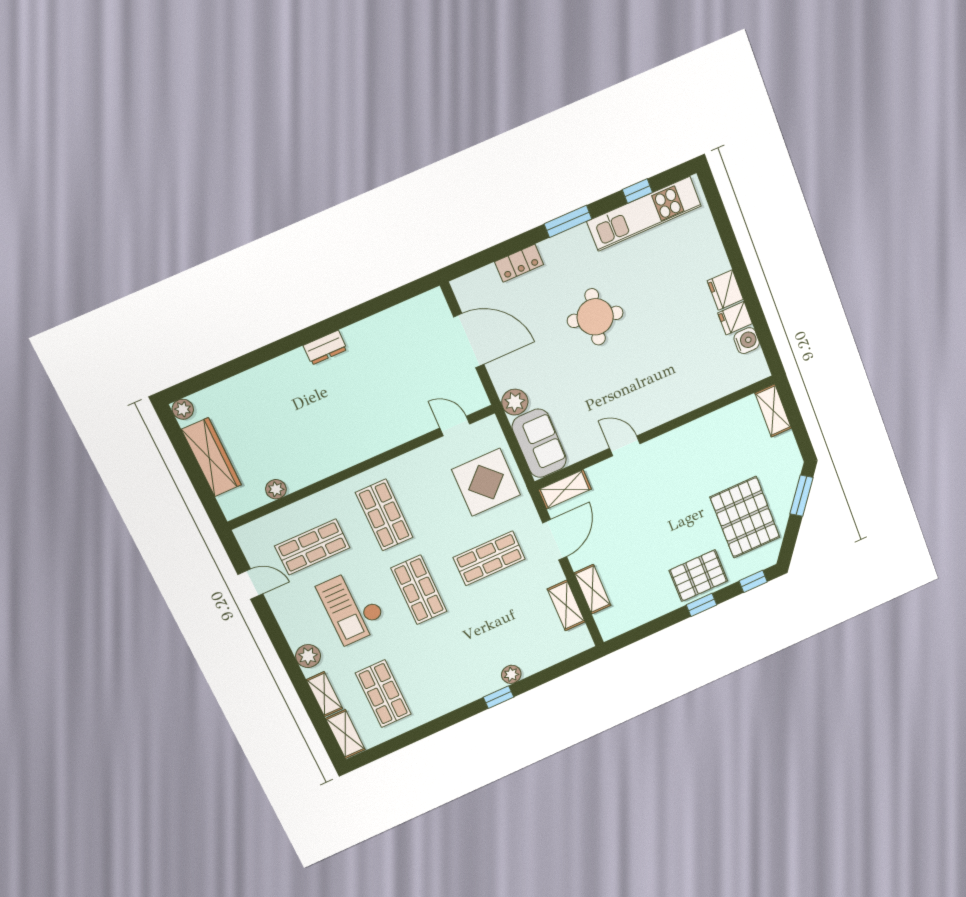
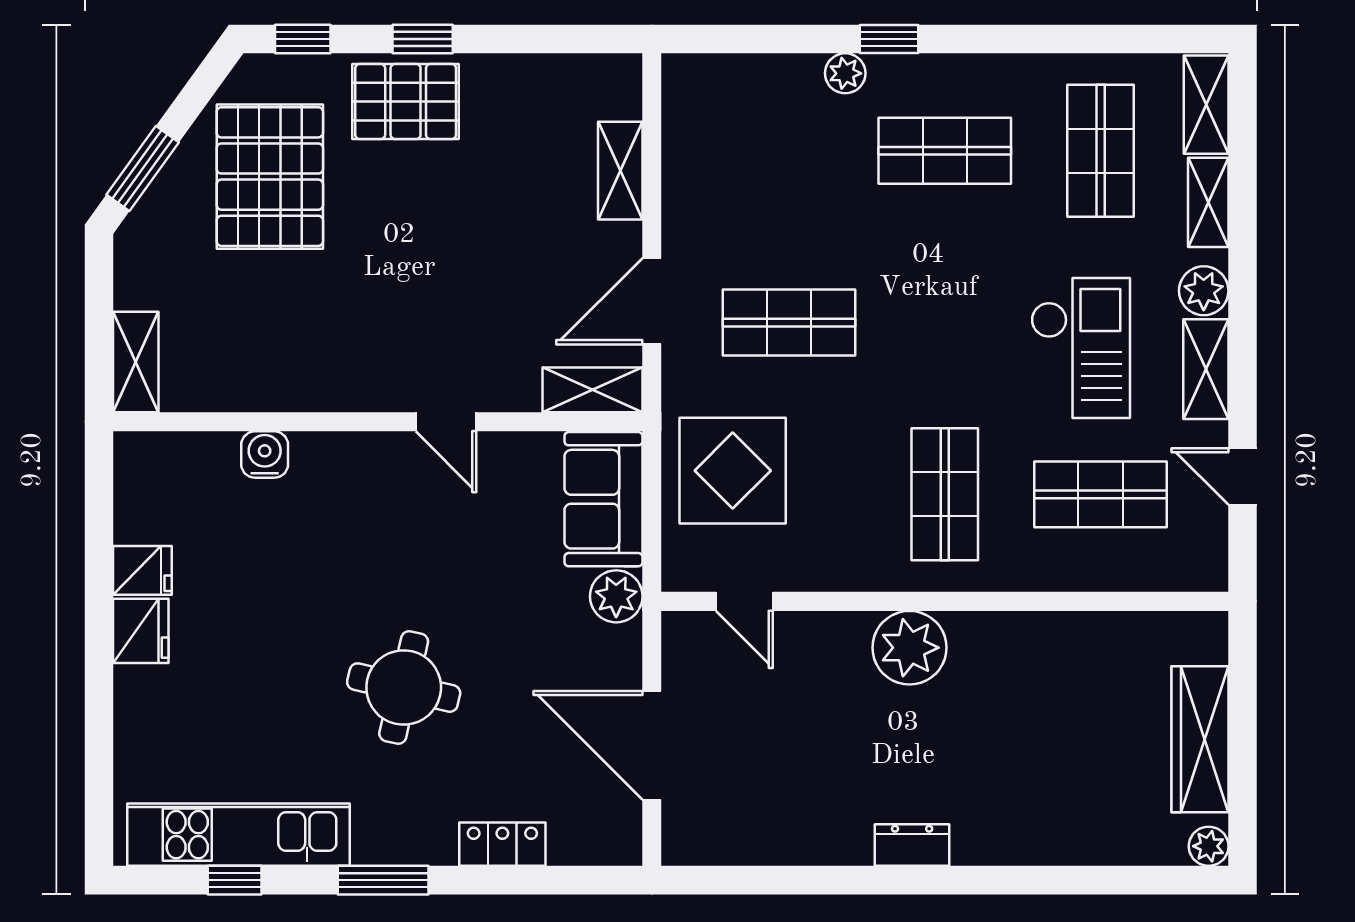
water cooler: (747, 341) -> (265, 455), moved, turned 90
plant: (276, 489) -> (909, 648), moved, width x1.87, depth x1.87
shop shelf: (419, 590) -> (945, 151), moved, turned 90
shelving: (566, 605) -> (1206, 369), moved

